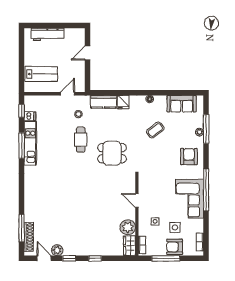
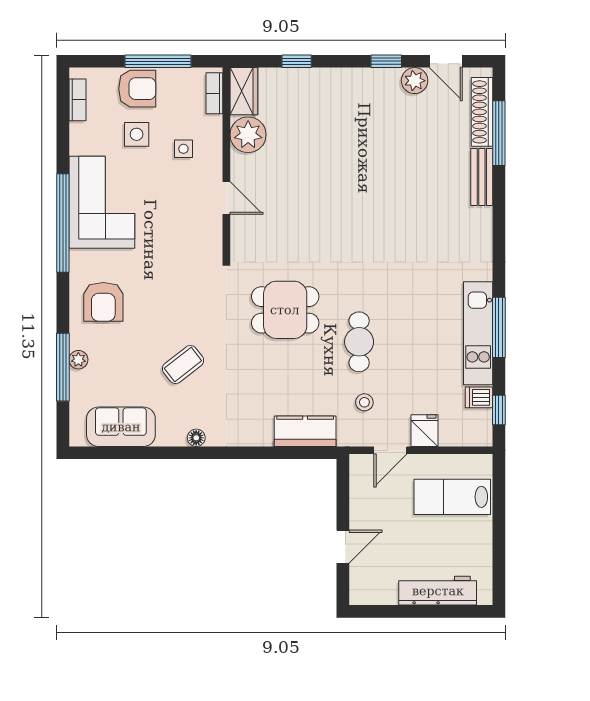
fridge: (123, 102) -> (425, 431), moved
bench: (29, 209) -> (482, 177), added
window: (95, 258) -> (297, 61), moved

